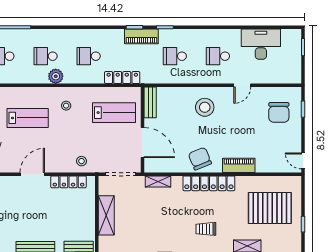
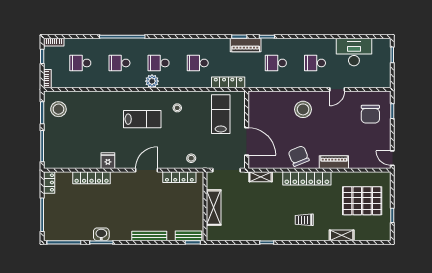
plant: (56, 76) -> (152, 81), moved
bench: (150, 102) -> (253, 105), removed
lab bench: (114, 113) -> (221, 114), turned -90

